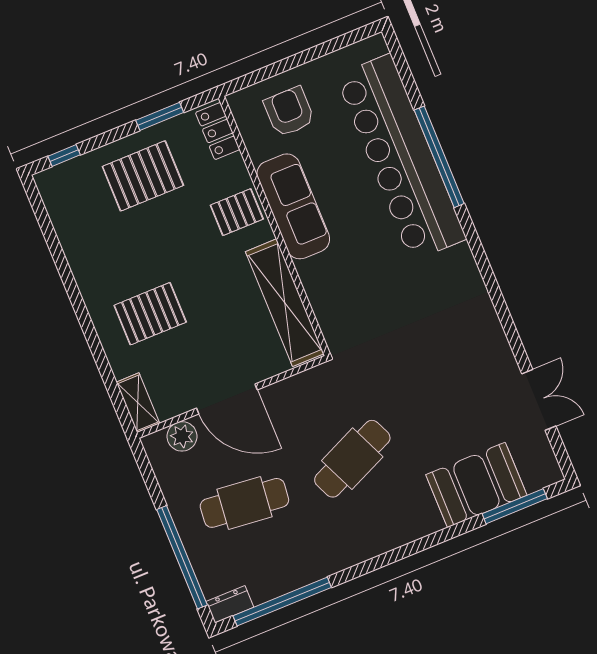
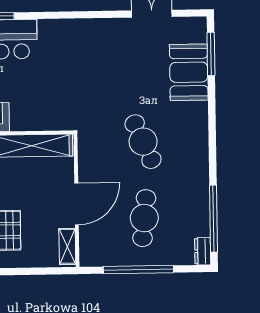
shelving: (138, 403) -> (67, 246), moved, turned 90
plant: (182, 436) -> (89, 240), removed
window: (182, 557) -> (138, 270), moved

